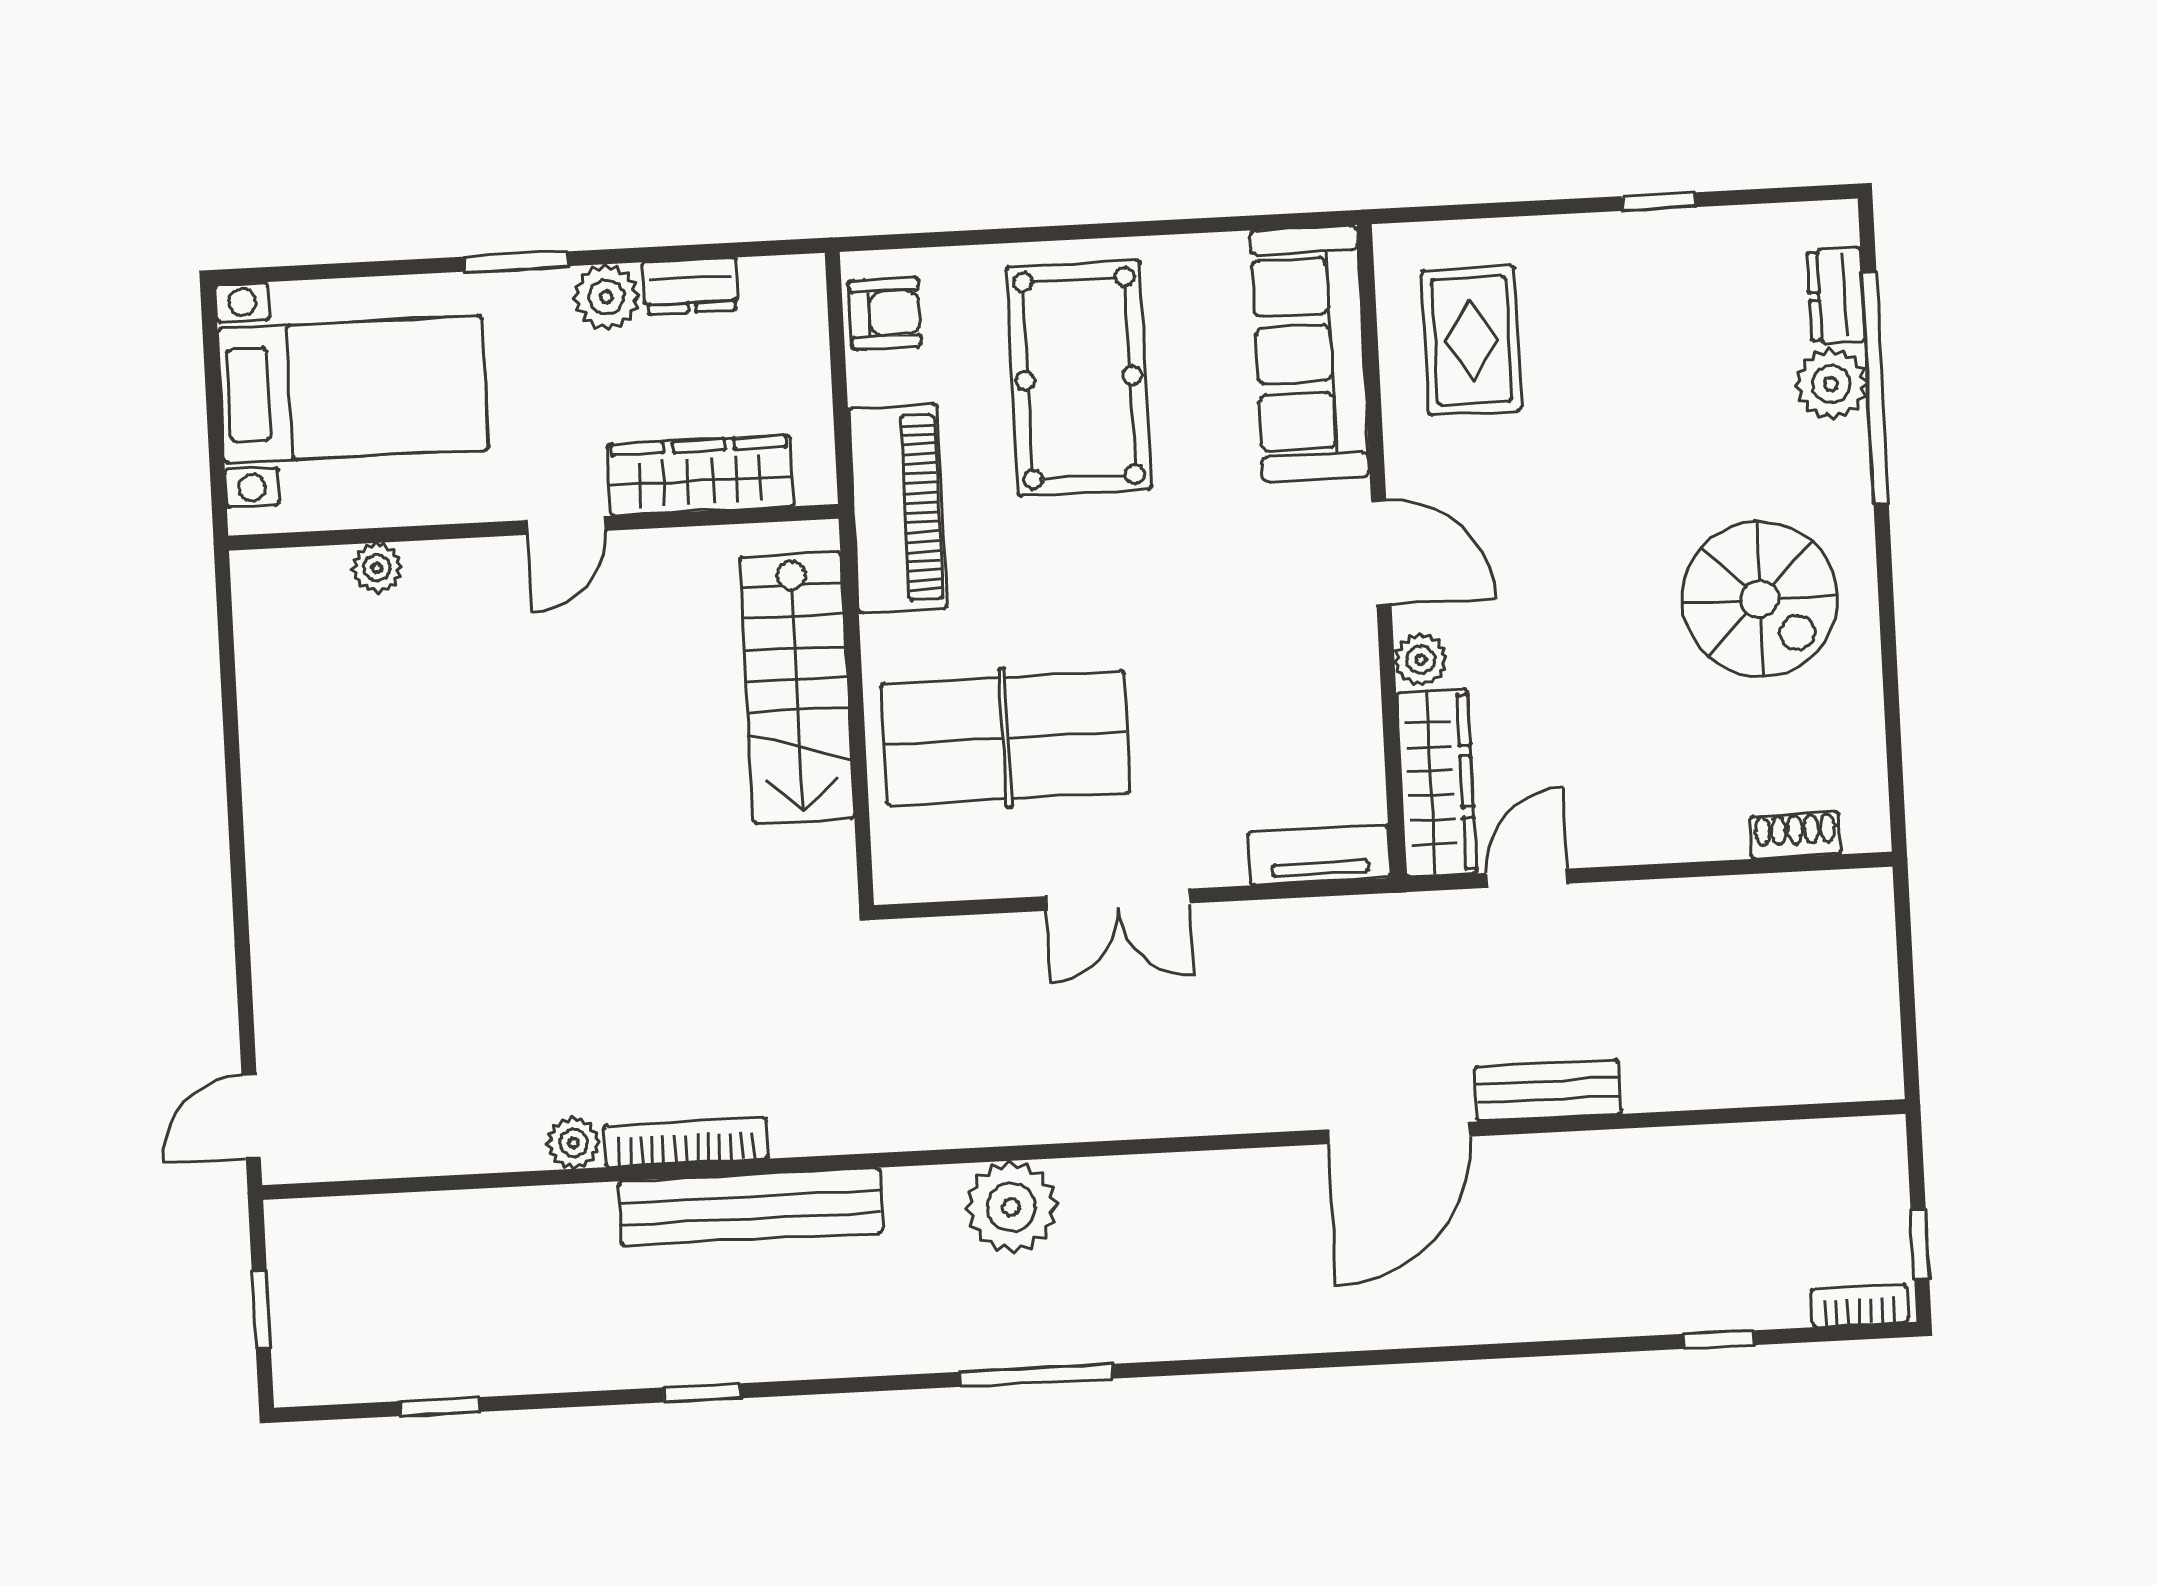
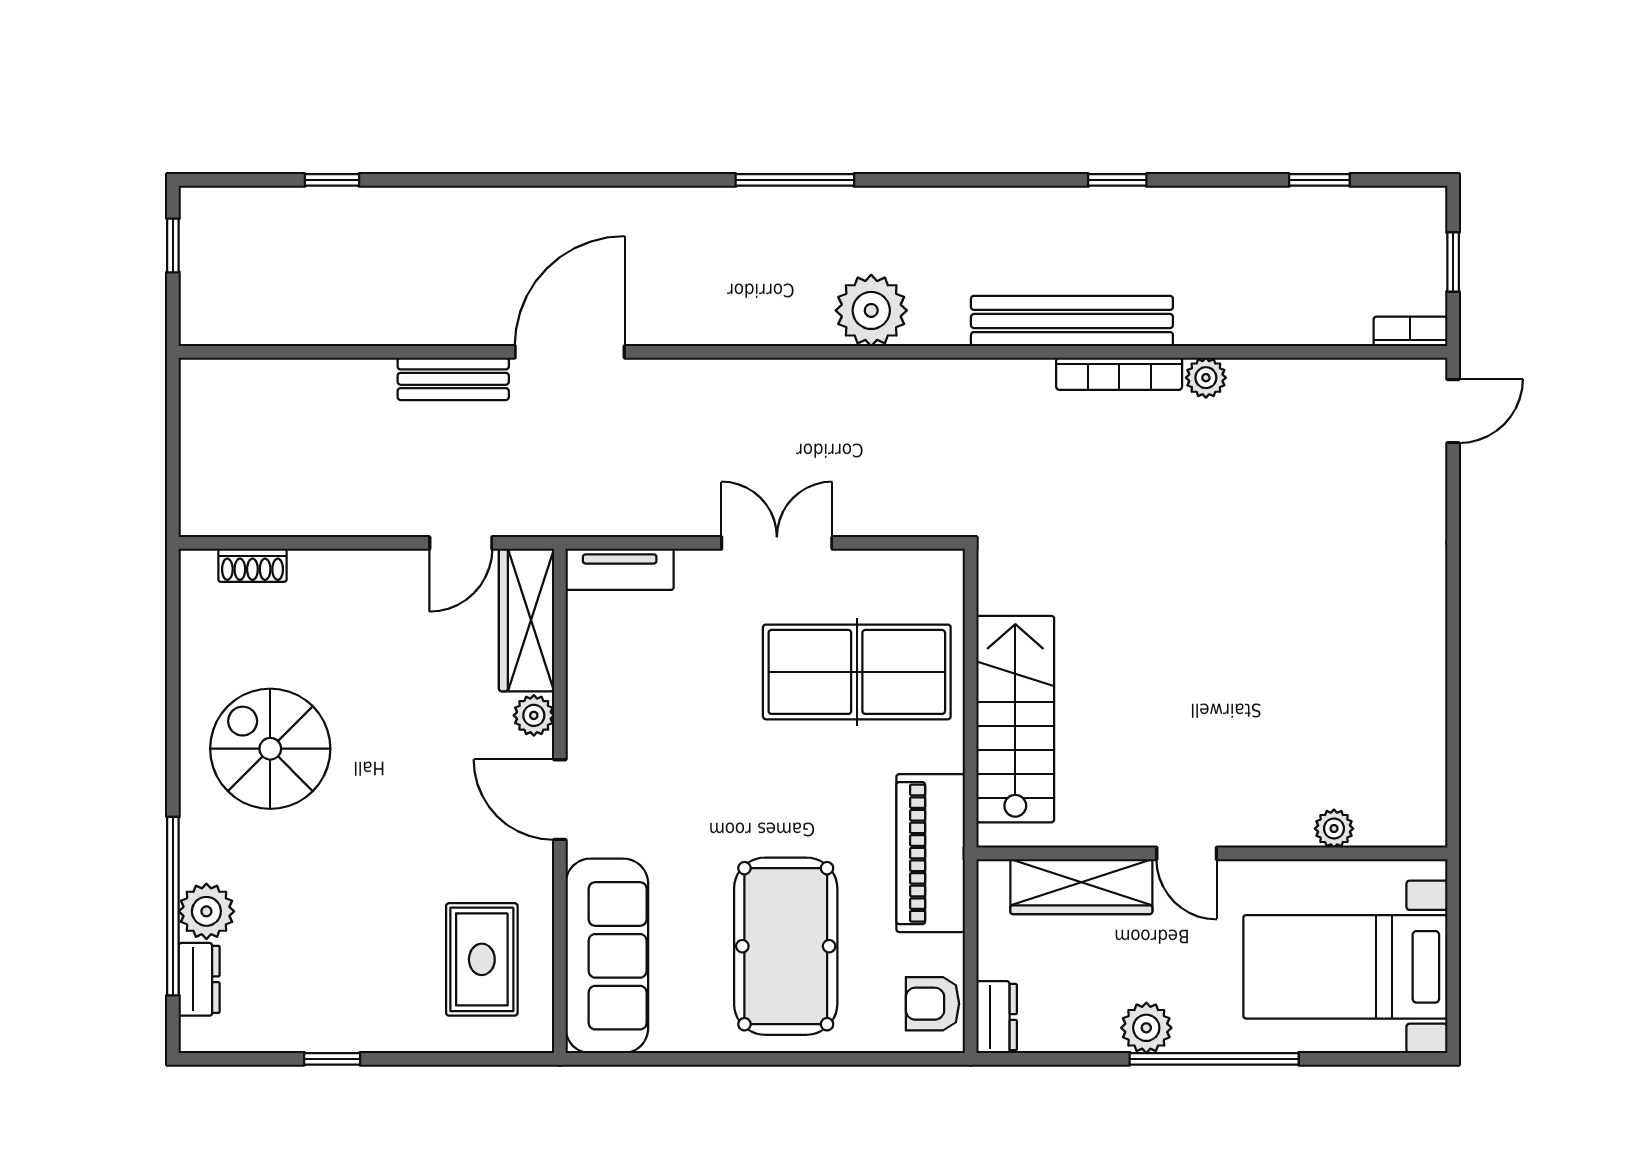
window: (516, 261) -> (1214, 1059), width x2.11
dresser: (690, 286) -> (997, 1017), moved, turned 90
door: (566, 526) -> (1187, 853), swing flipped
bookcase: (1859, 1306) -> (1410, 331), moved, turned 180
window: (1036, 1375) -> (795, 180), moved

